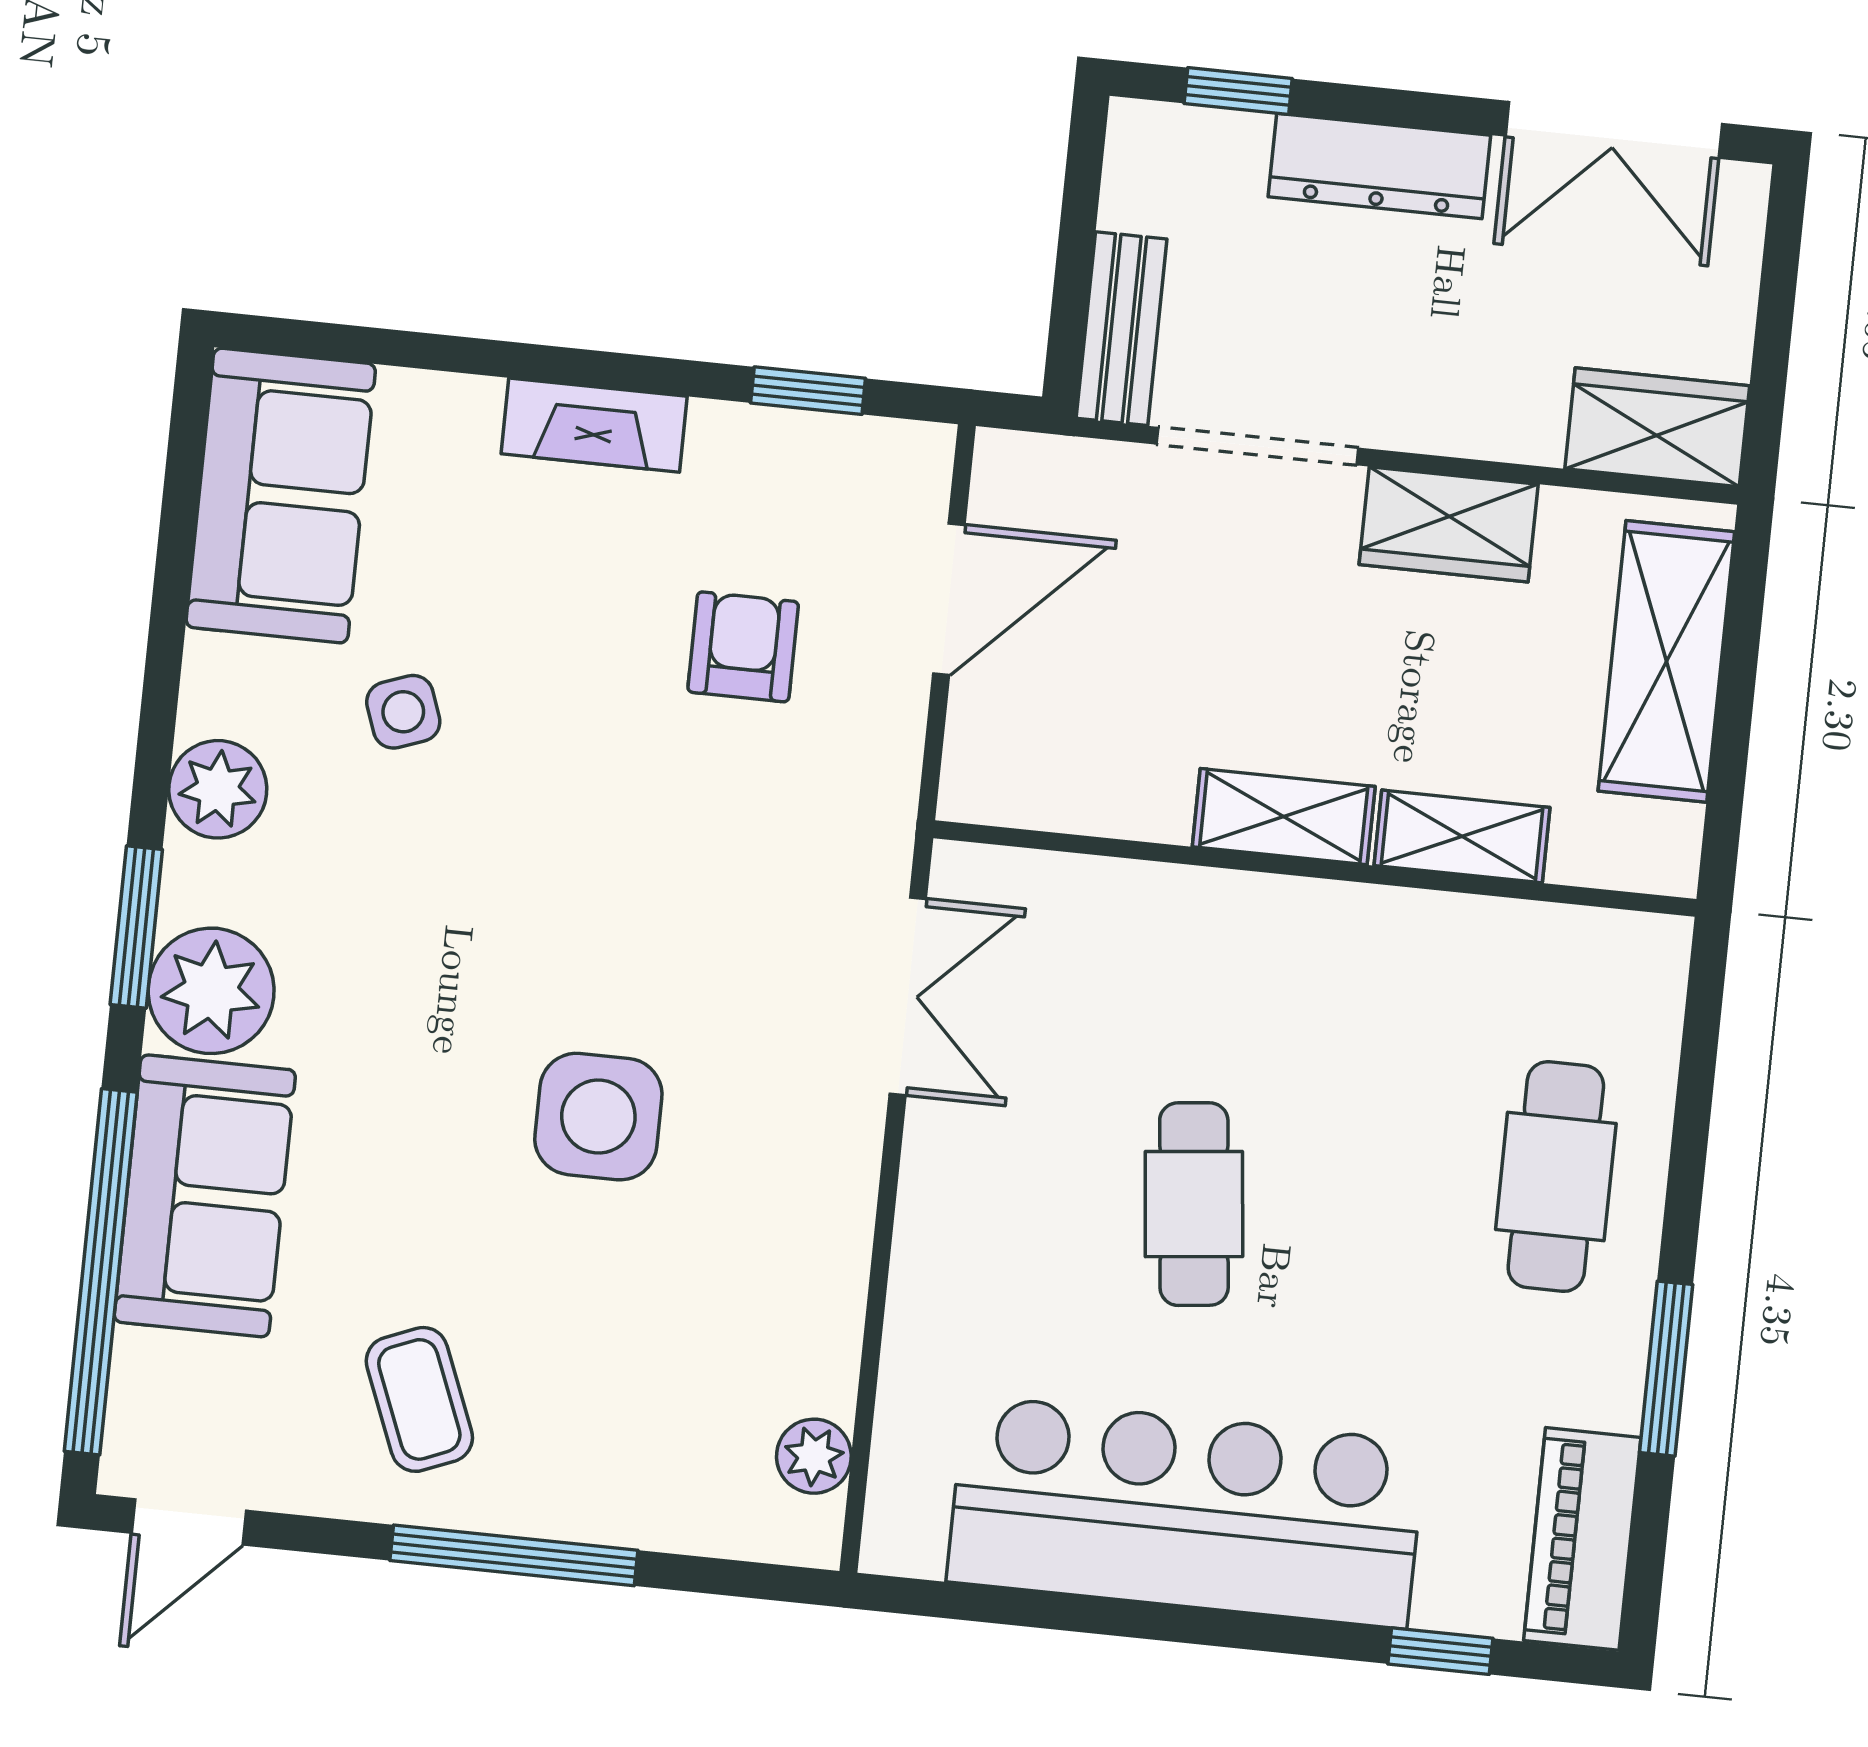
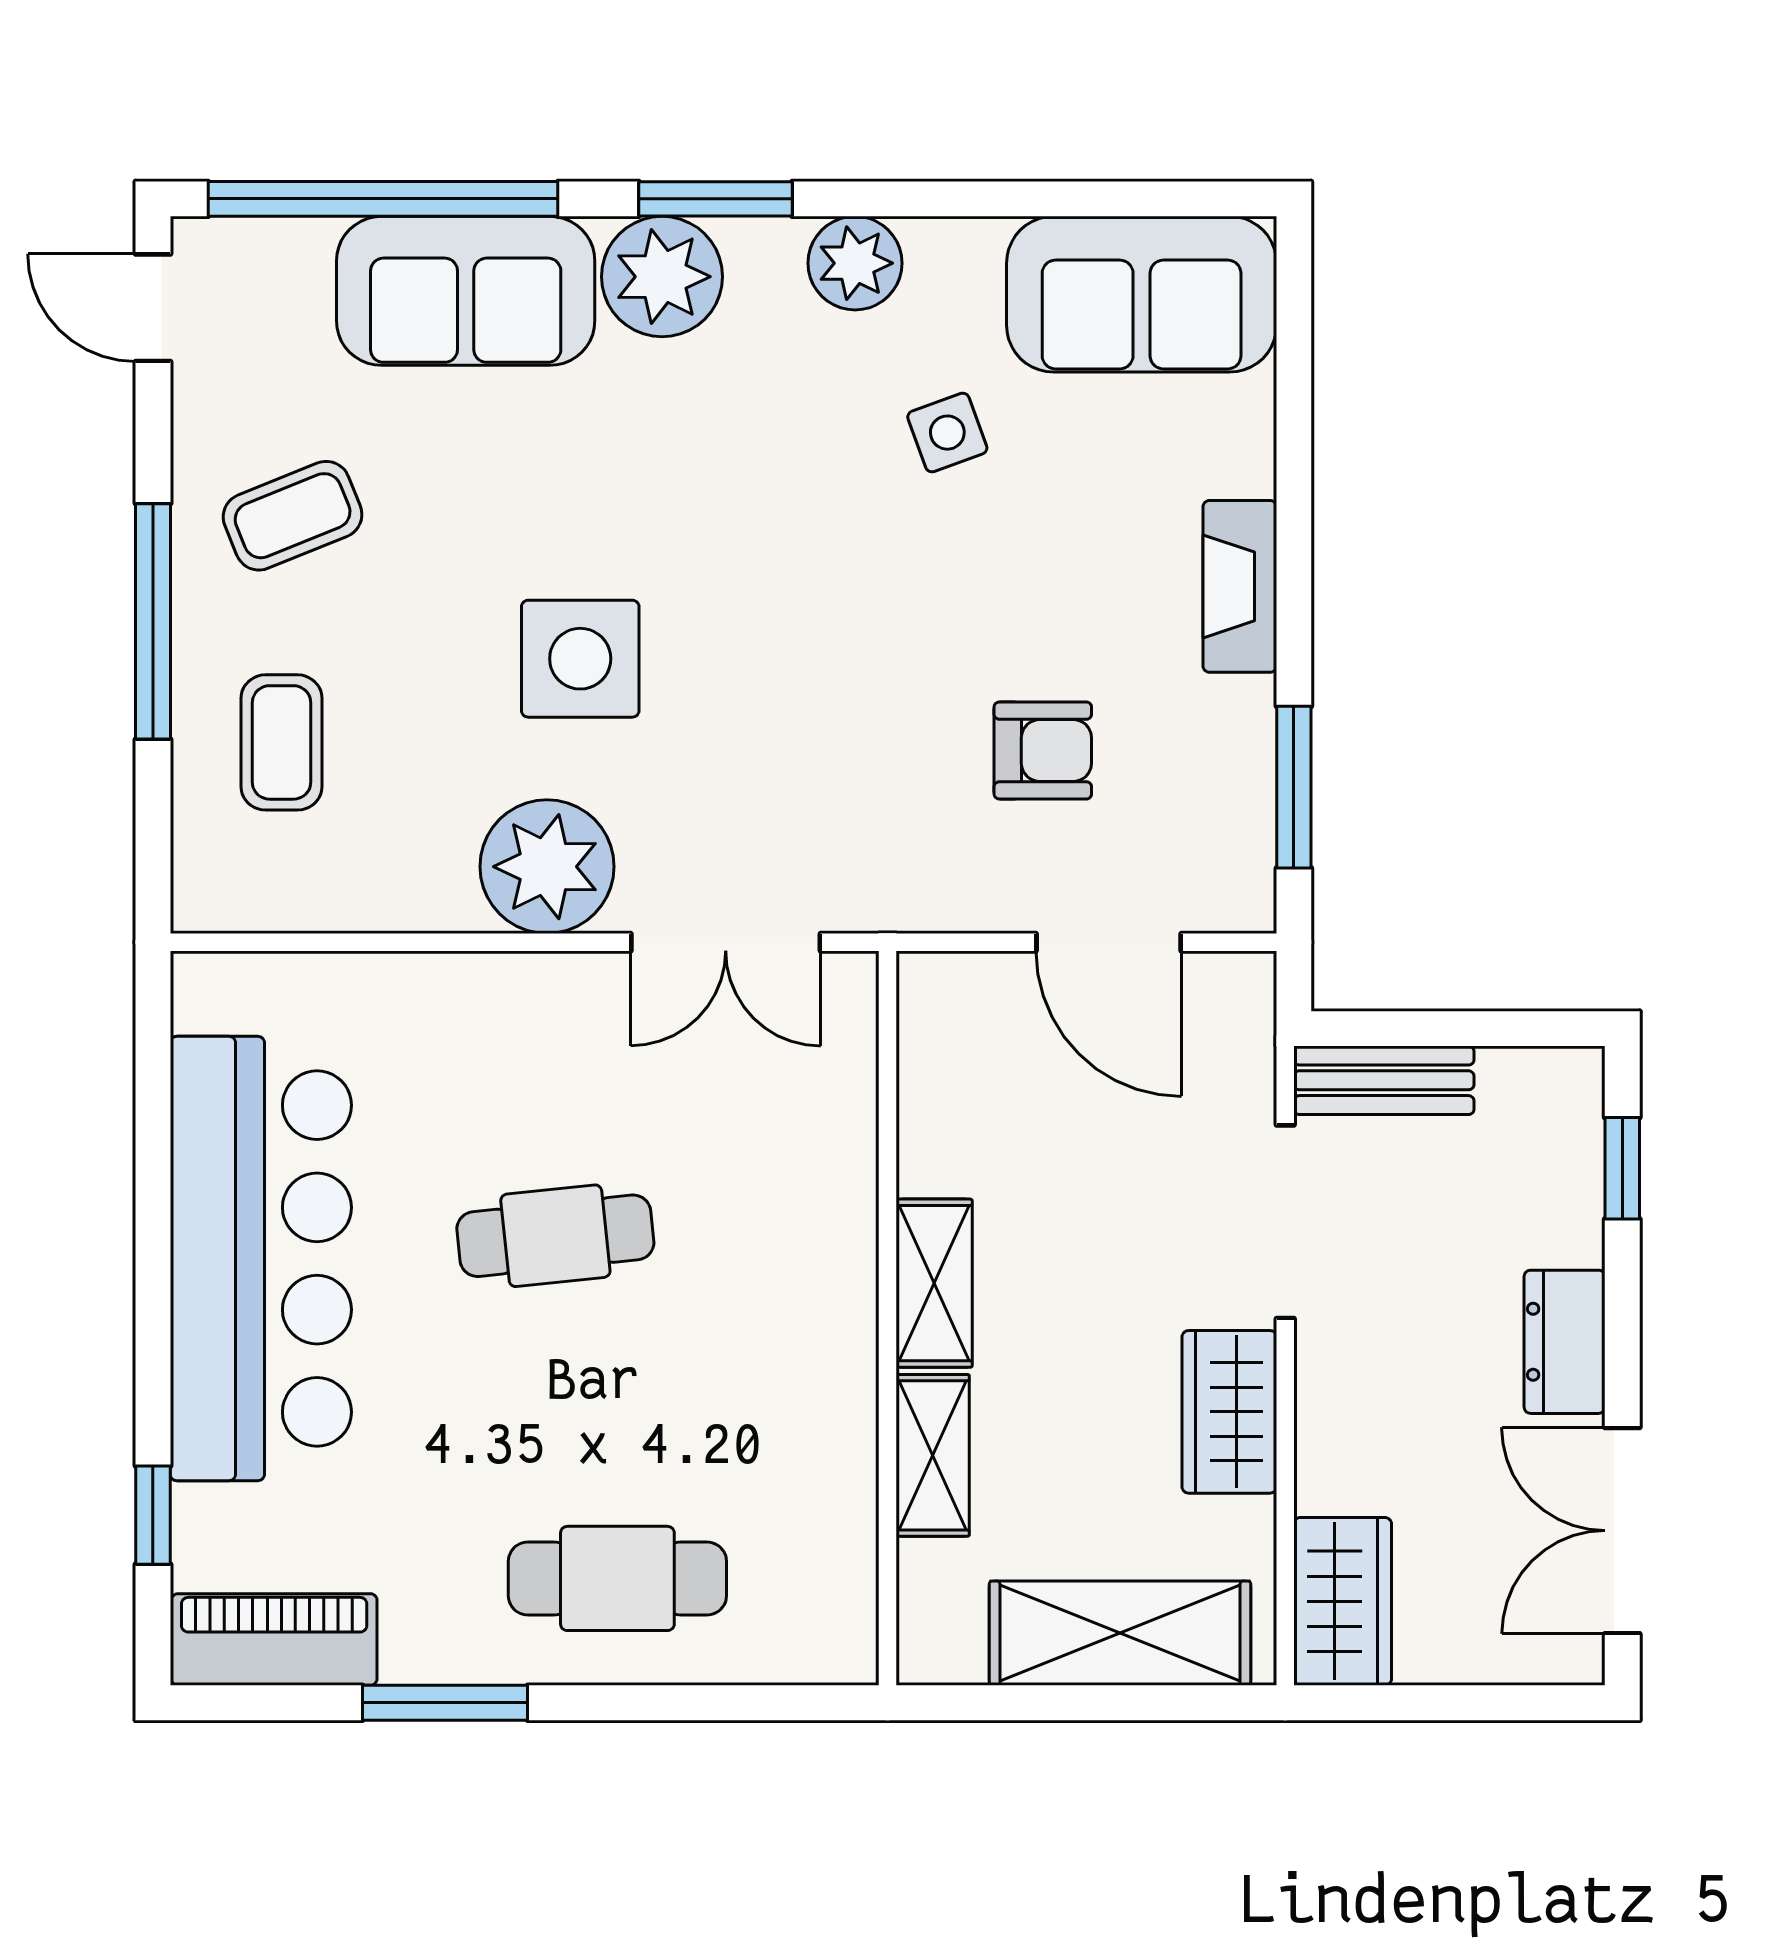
dresser: (1379, 166) -> (1565, 1342), width x0.70
window: (808, 391) -> (1294, 787), width x1.50
coffee table: (653, 1435) -> (282, 742), added
plant: (814, 1456) -> (547, 867), moved, width x1.88, depth x1.88

